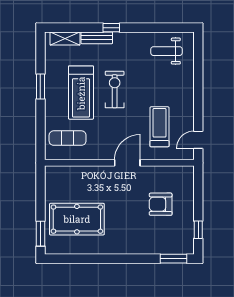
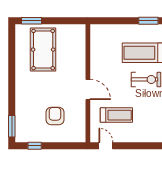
exercise mat: (68, 138) -> (107, 42), removed

